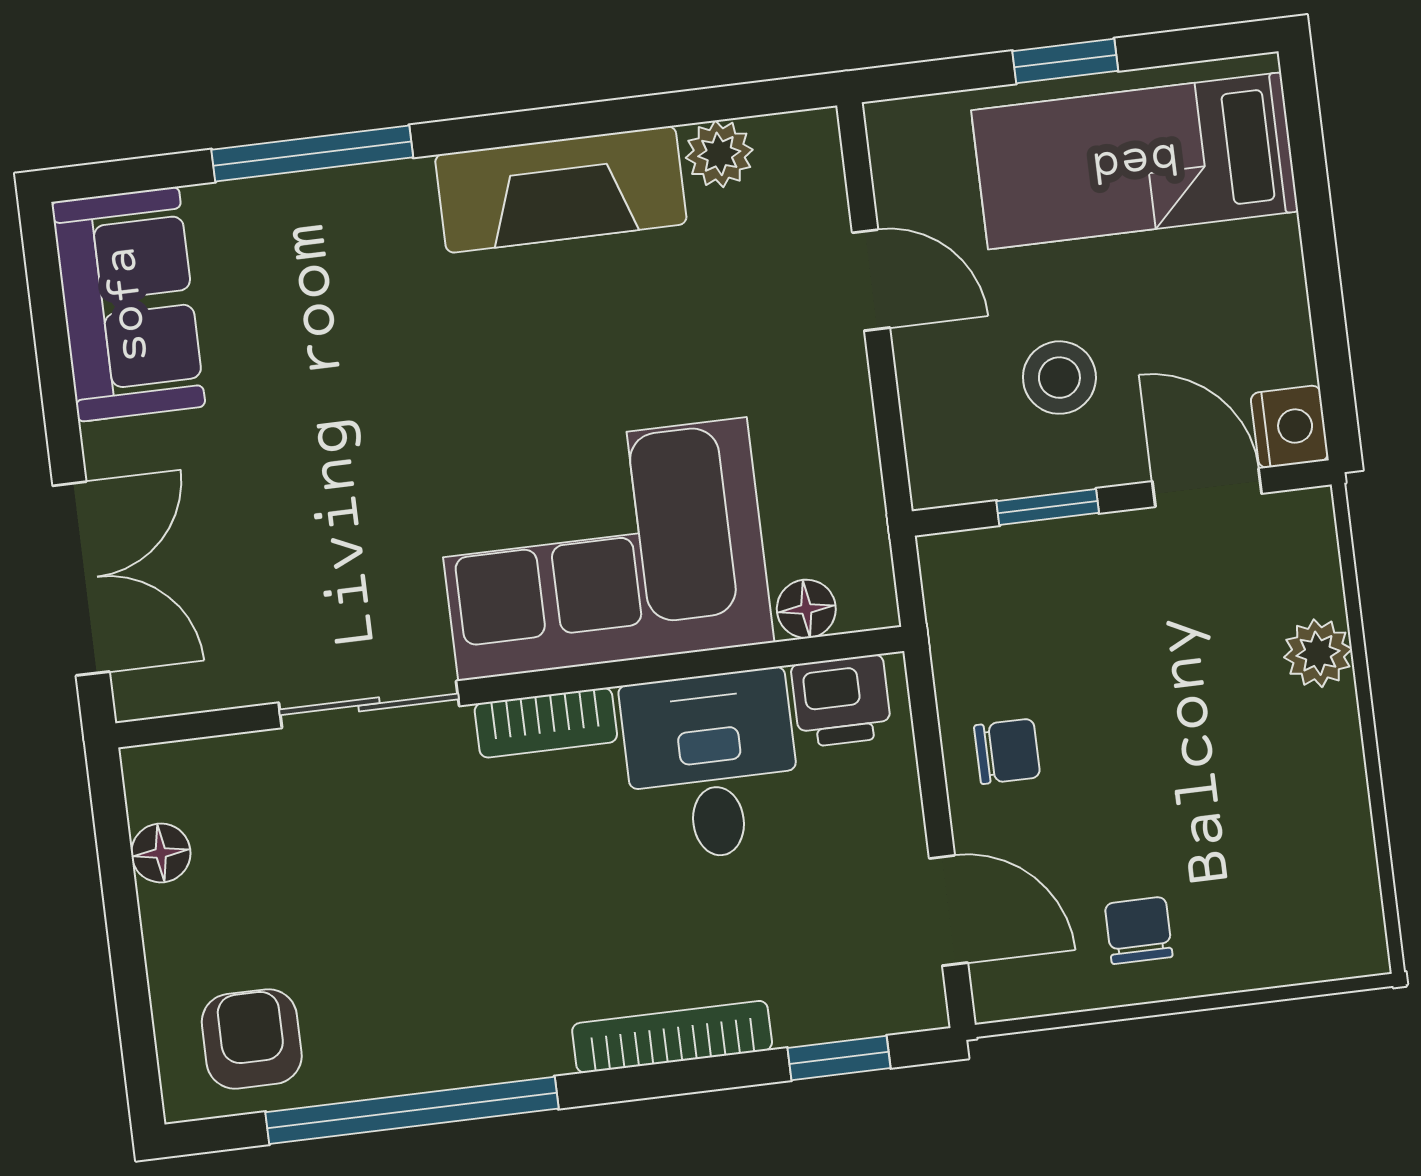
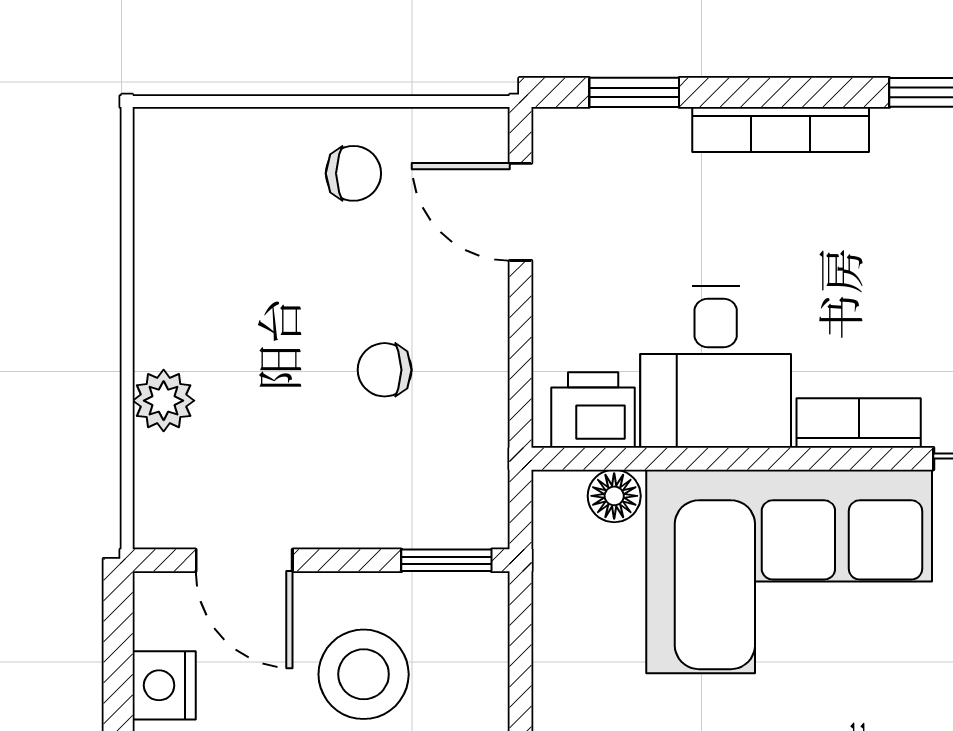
stool: (1059, 378) -> (364, 674), width x1.38, depth x1.38
nightstand: (1289, 427) -> (164, 685), moved
window: (1048, 507) -> (446, 560), moved
chair: (1007, 751) -> (385, 370), moved
chair: (1139, 930) -> (353, 173), turned -90

